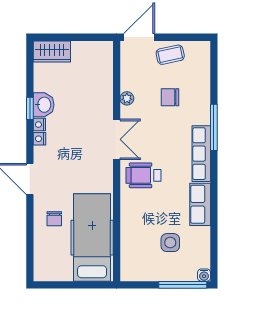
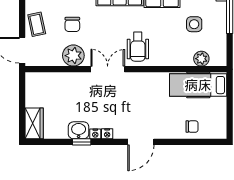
plant: (127, 98) -> (73, 56), width x1.88, depth x1.88
chair: (54, 219) -> (192, 127), moved
hospital bed: (92, 238) -> (198, 85), width x0.73, depth x0.78
plant: (129, 251) -> (201, 59), added

